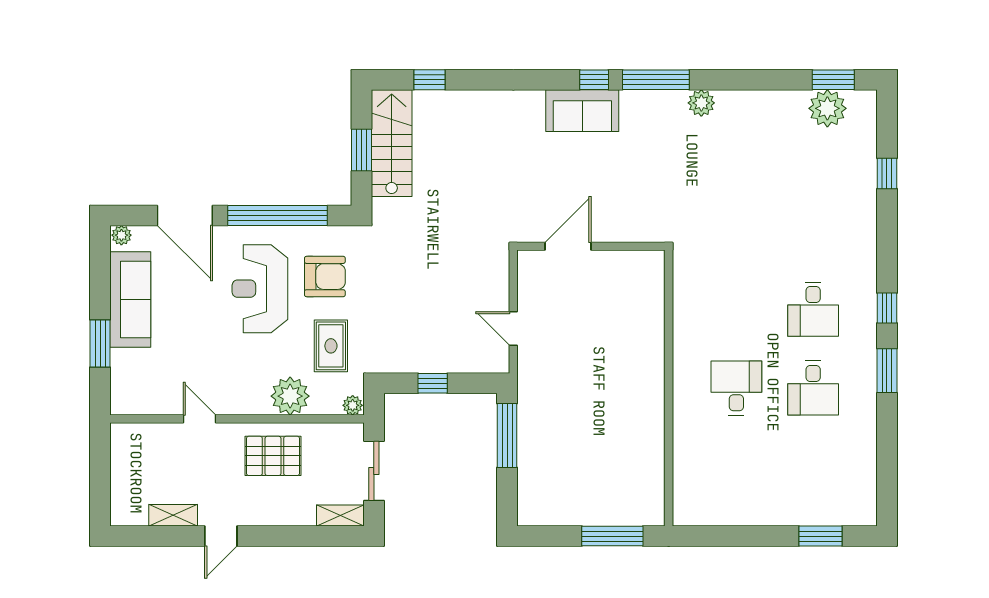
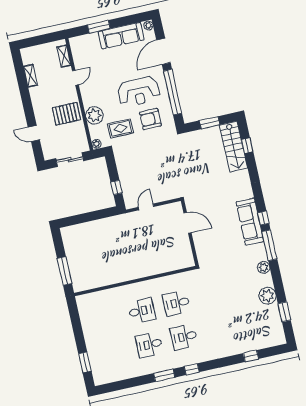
window: (833, 80) -> (284, 312), moved
plant: (827, 108) -> (267, 296), moved
sofa: (582, 111) -> (250, 222), width x1.36
stairs: (392, 143) -> (233, 147), moved, turned 90
armchair: (325, 277) -> (150, 119), turned 90
reception desk: (260, 289) -> (139, 92), turned 180
desk: (736, 309) -> (176, 303), added
window: (433, 383) -> (116, 187), moved
window: (507, 435) -> (98, 215), removed
pallet: (273, 456) -> (66, 114), turned 90
shelving: (340, 516) -> (64, 56), moved
door: (221, 536) -> (34, 133), moved

